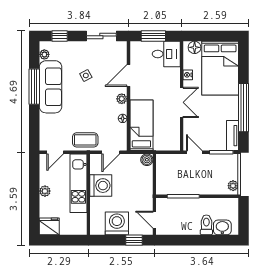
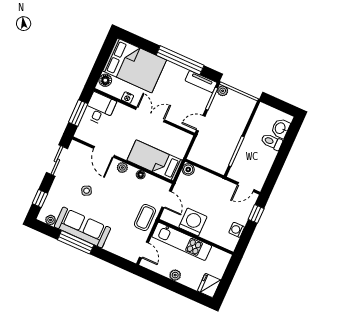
plant: (233, 186) -> (223, 91), moved
washing machine: (117, 223) -> (237, 230), width x0.53, depth x0.53

